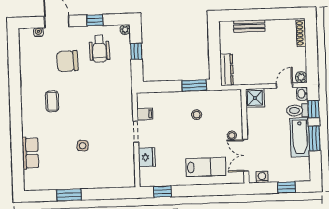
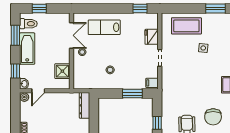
chair: (67, 61) -> (213, 117), turned 92
window: (194, 85) -> (132, 94), moved
shower: (255, 98) -> (62, 71), moved
toilet: (297, 110) -> (28, 24), moved
filing cabinet: (145, 114) -> (152, 83), moved
window: (315, 138) -> (15, 35), moved
coffee table: (104, 172) -> (186, 26), added
washing machine: (262, 177) -> (59, 18), removed

